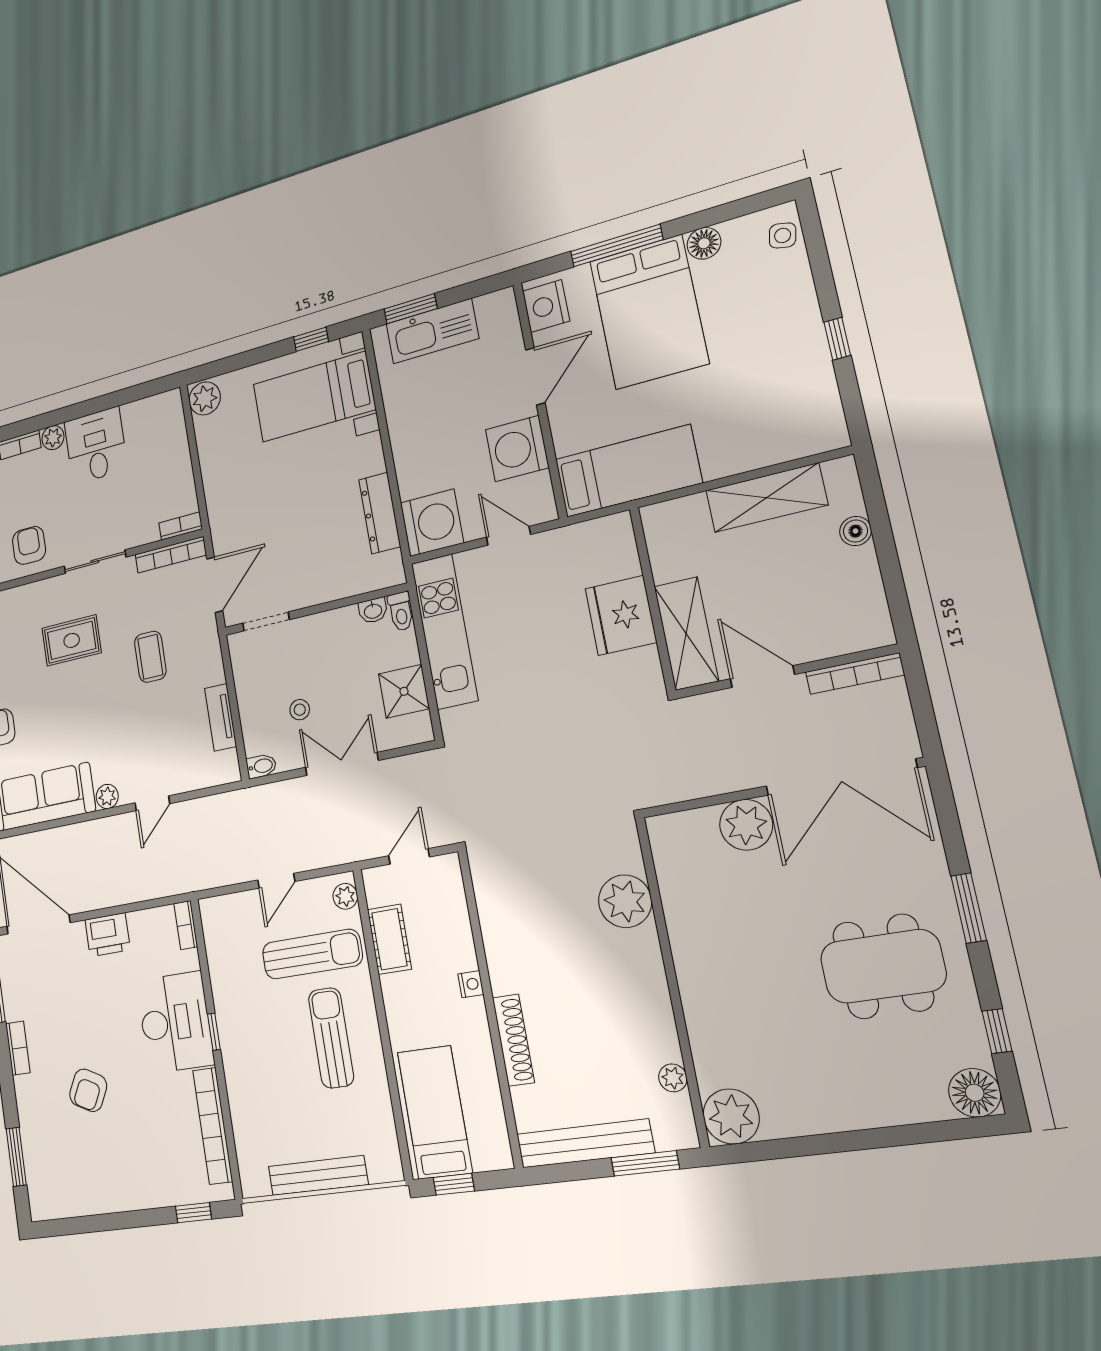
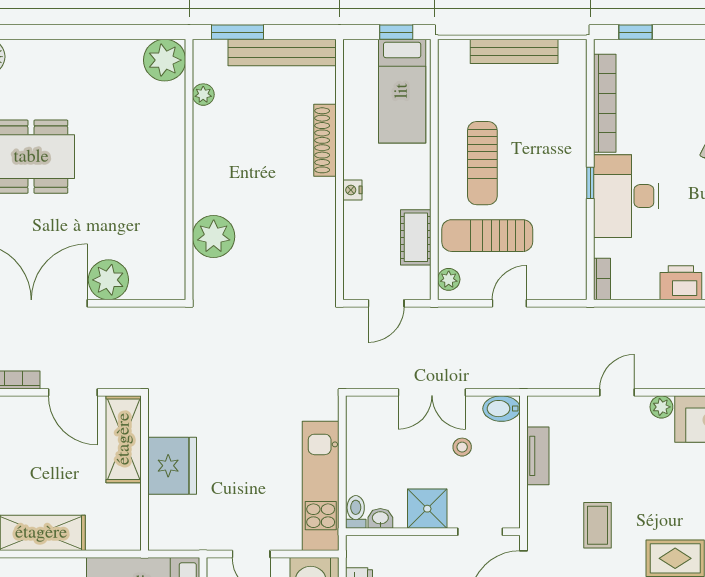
shower: (404, 691) -> (427, 509), moved
bidet: (261, 766) -> (501, 409), width x1.38, depth x1.36

